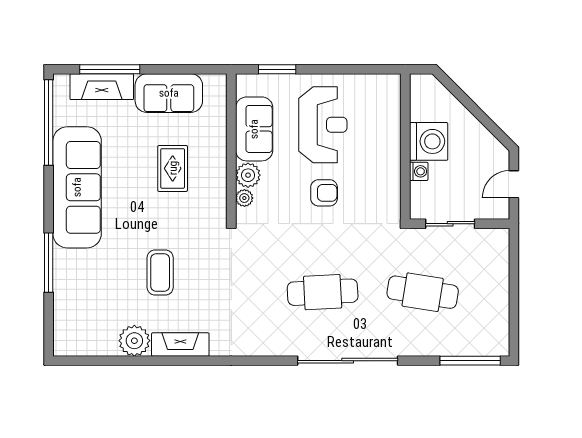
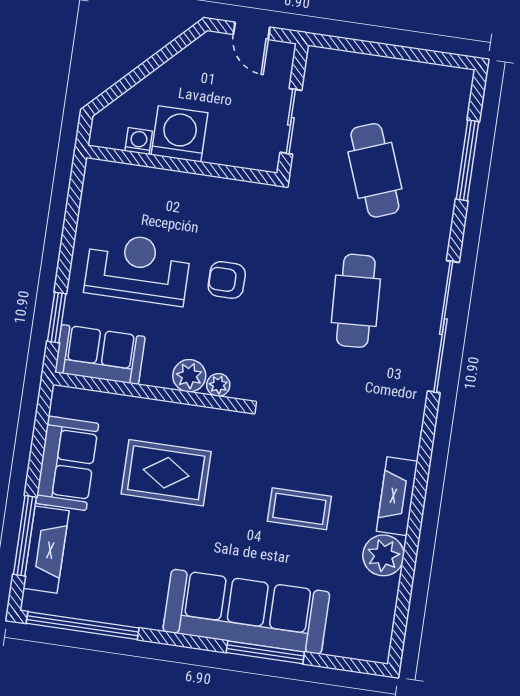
sofa: (254, 129) -> (100, 354), moved
rug: (173, 168) -> (166, 473), width x1.36, depth x1.43
washing machine: (419, 171) -> (139, 141), moved
sofa: (77, 187) -> (246, 612), moved
armchair: (324, 193) -> (227, 280), turned -90
cafe table: (423, 292) -> (375, 170), turned -30
sliding door: (348, 361) -> (443, 327), moved
window: (470, 361) -> (468, 160), moved

